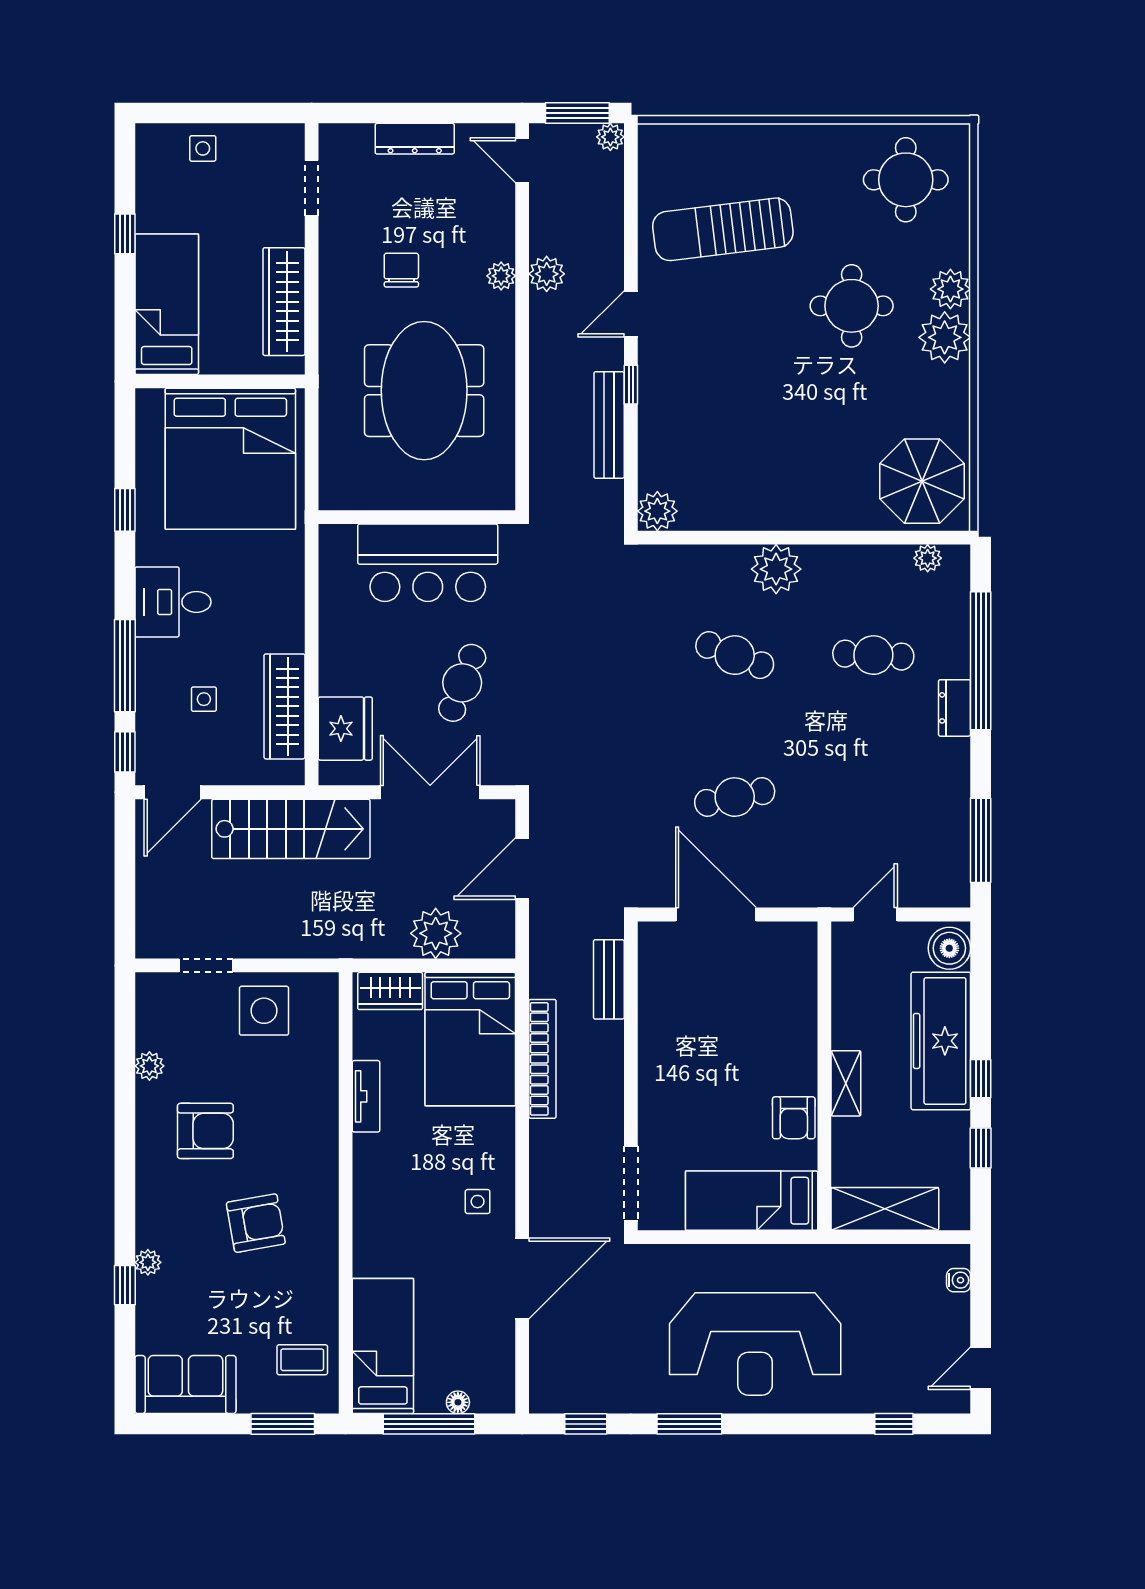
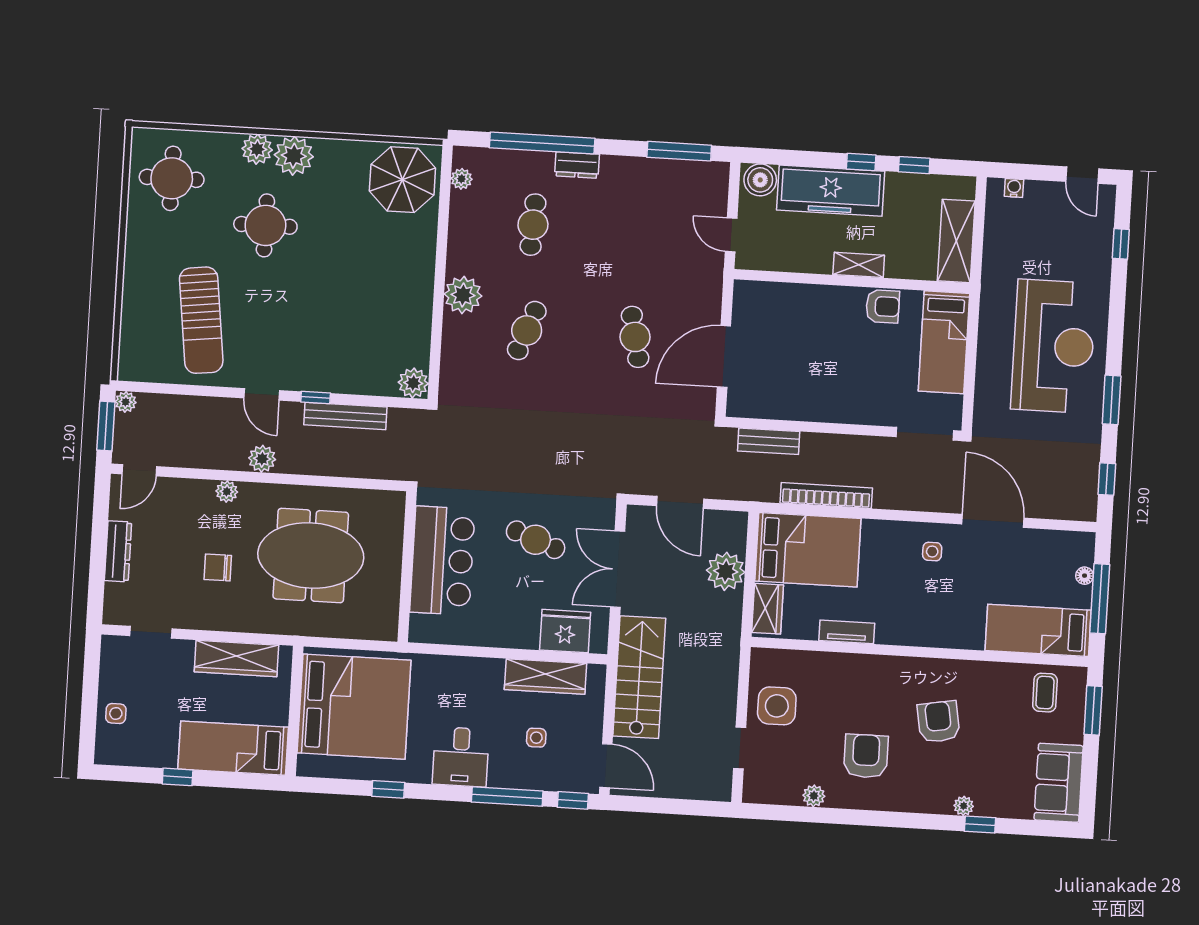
plant: (547, 274) -> (262, 459), moved

